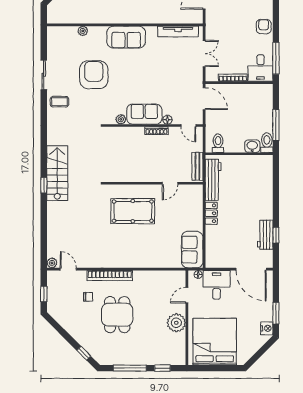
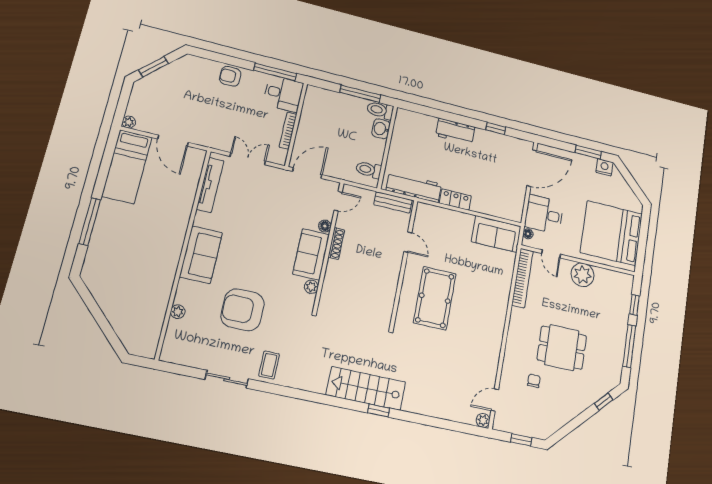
workbench: (265, 235) -> (455, 131), moved
bookcase: (110, 276) -> (522, 278), moved

